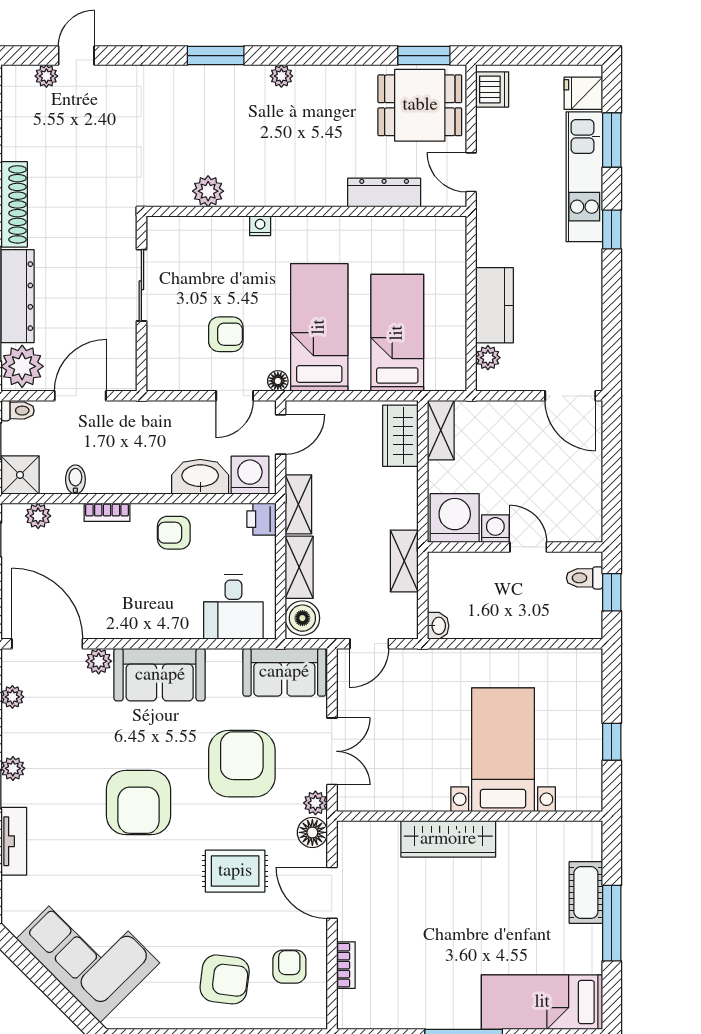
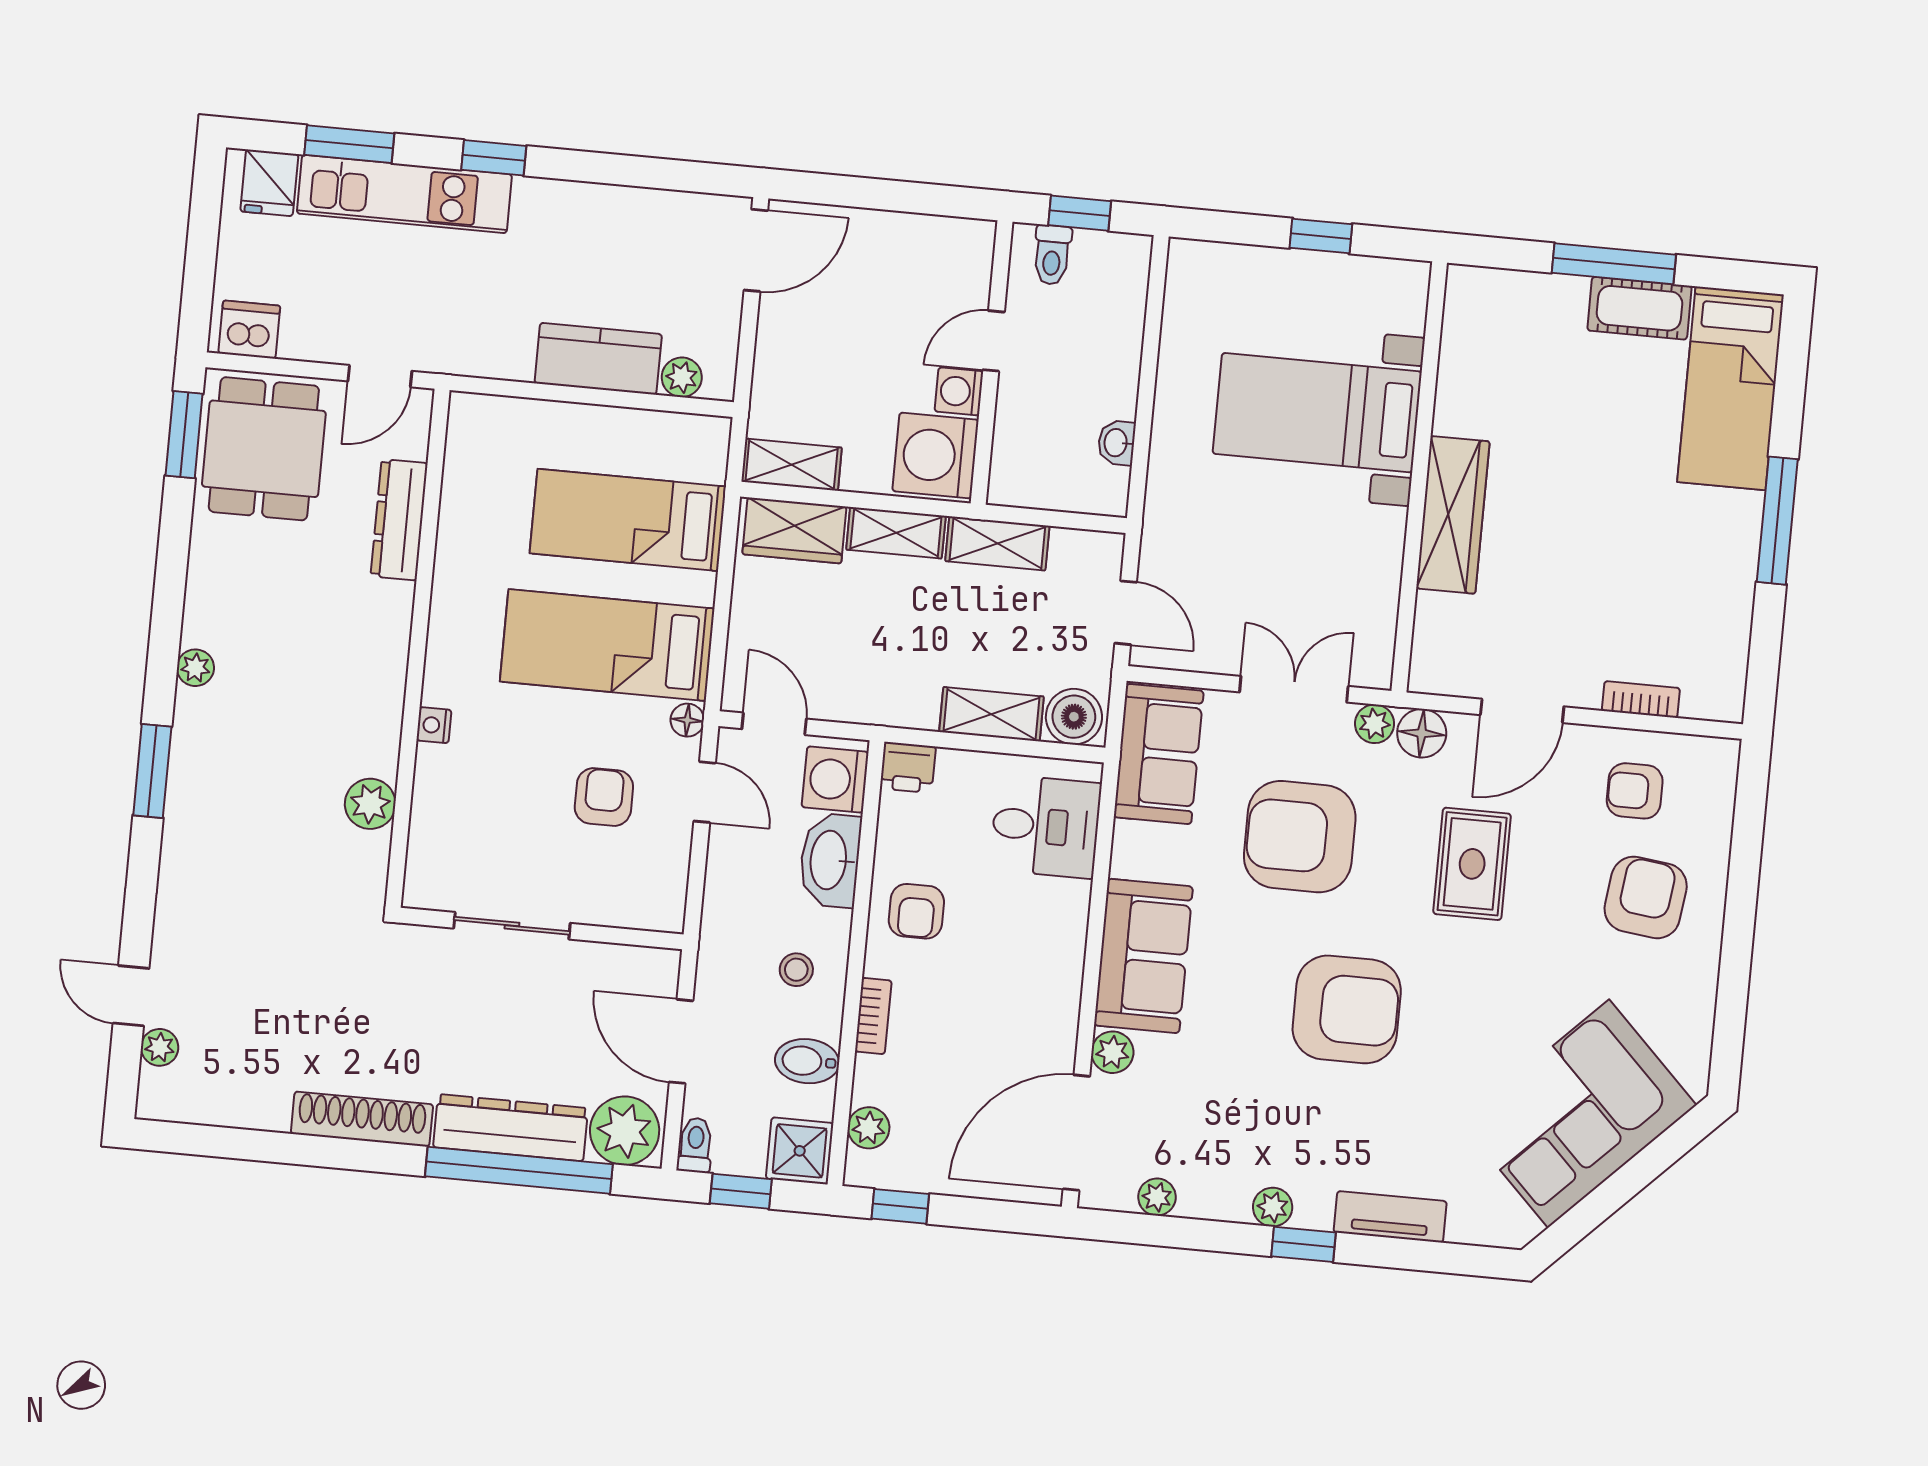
stool: (131, 462) -> (796, 970), added
bidet: (75, 479) -> (807, 1061), width x1.38, depth x1.36
shelving: (298, 504) -> (896, 533), moved
washbasin: (438, 626) -> (1117, 443), moved, turned -90
cot: (586, 893) -> (1639, 308), moved

